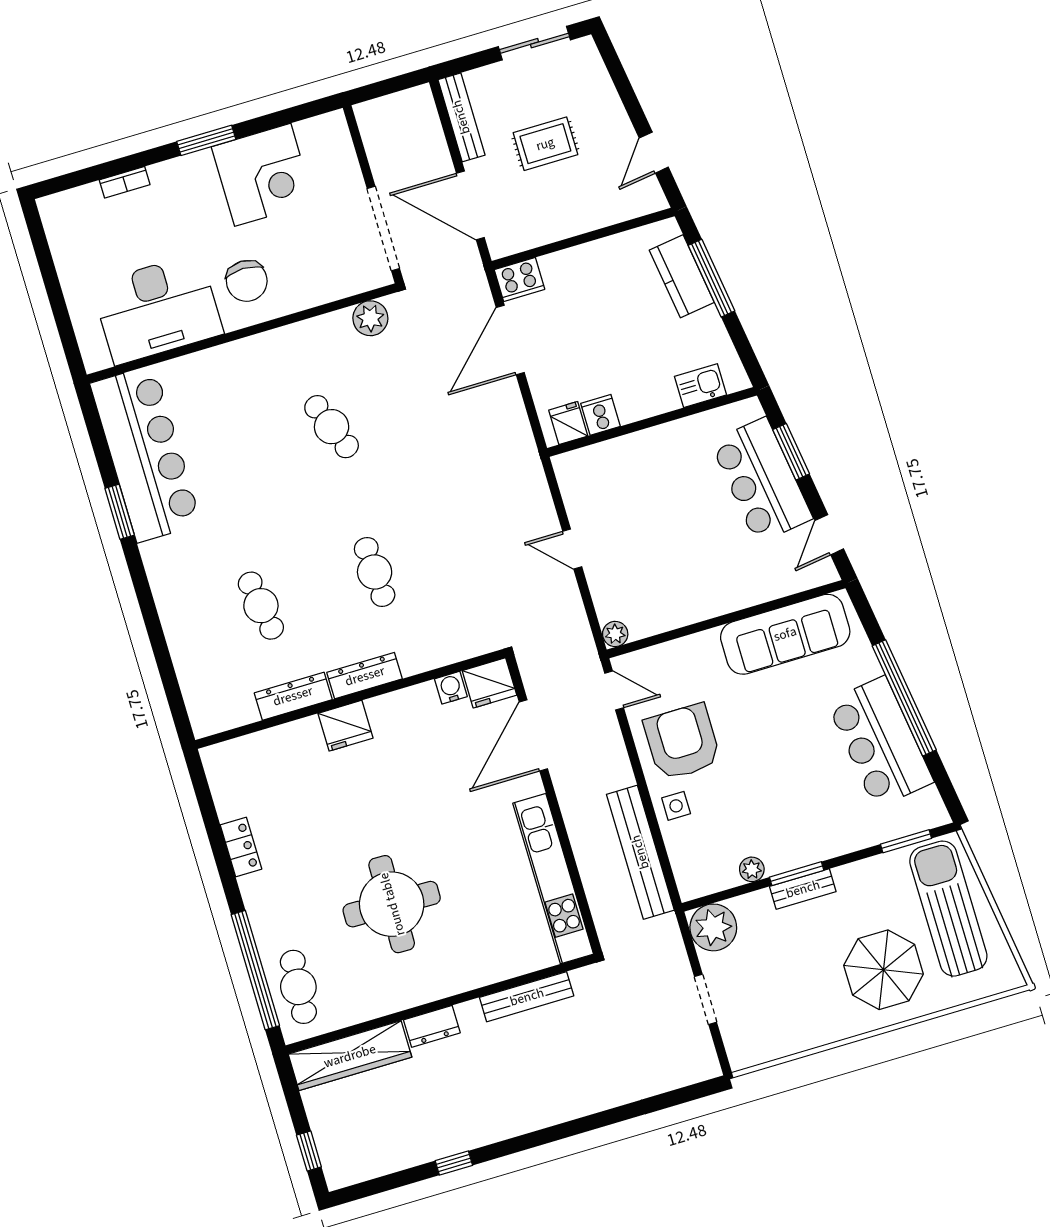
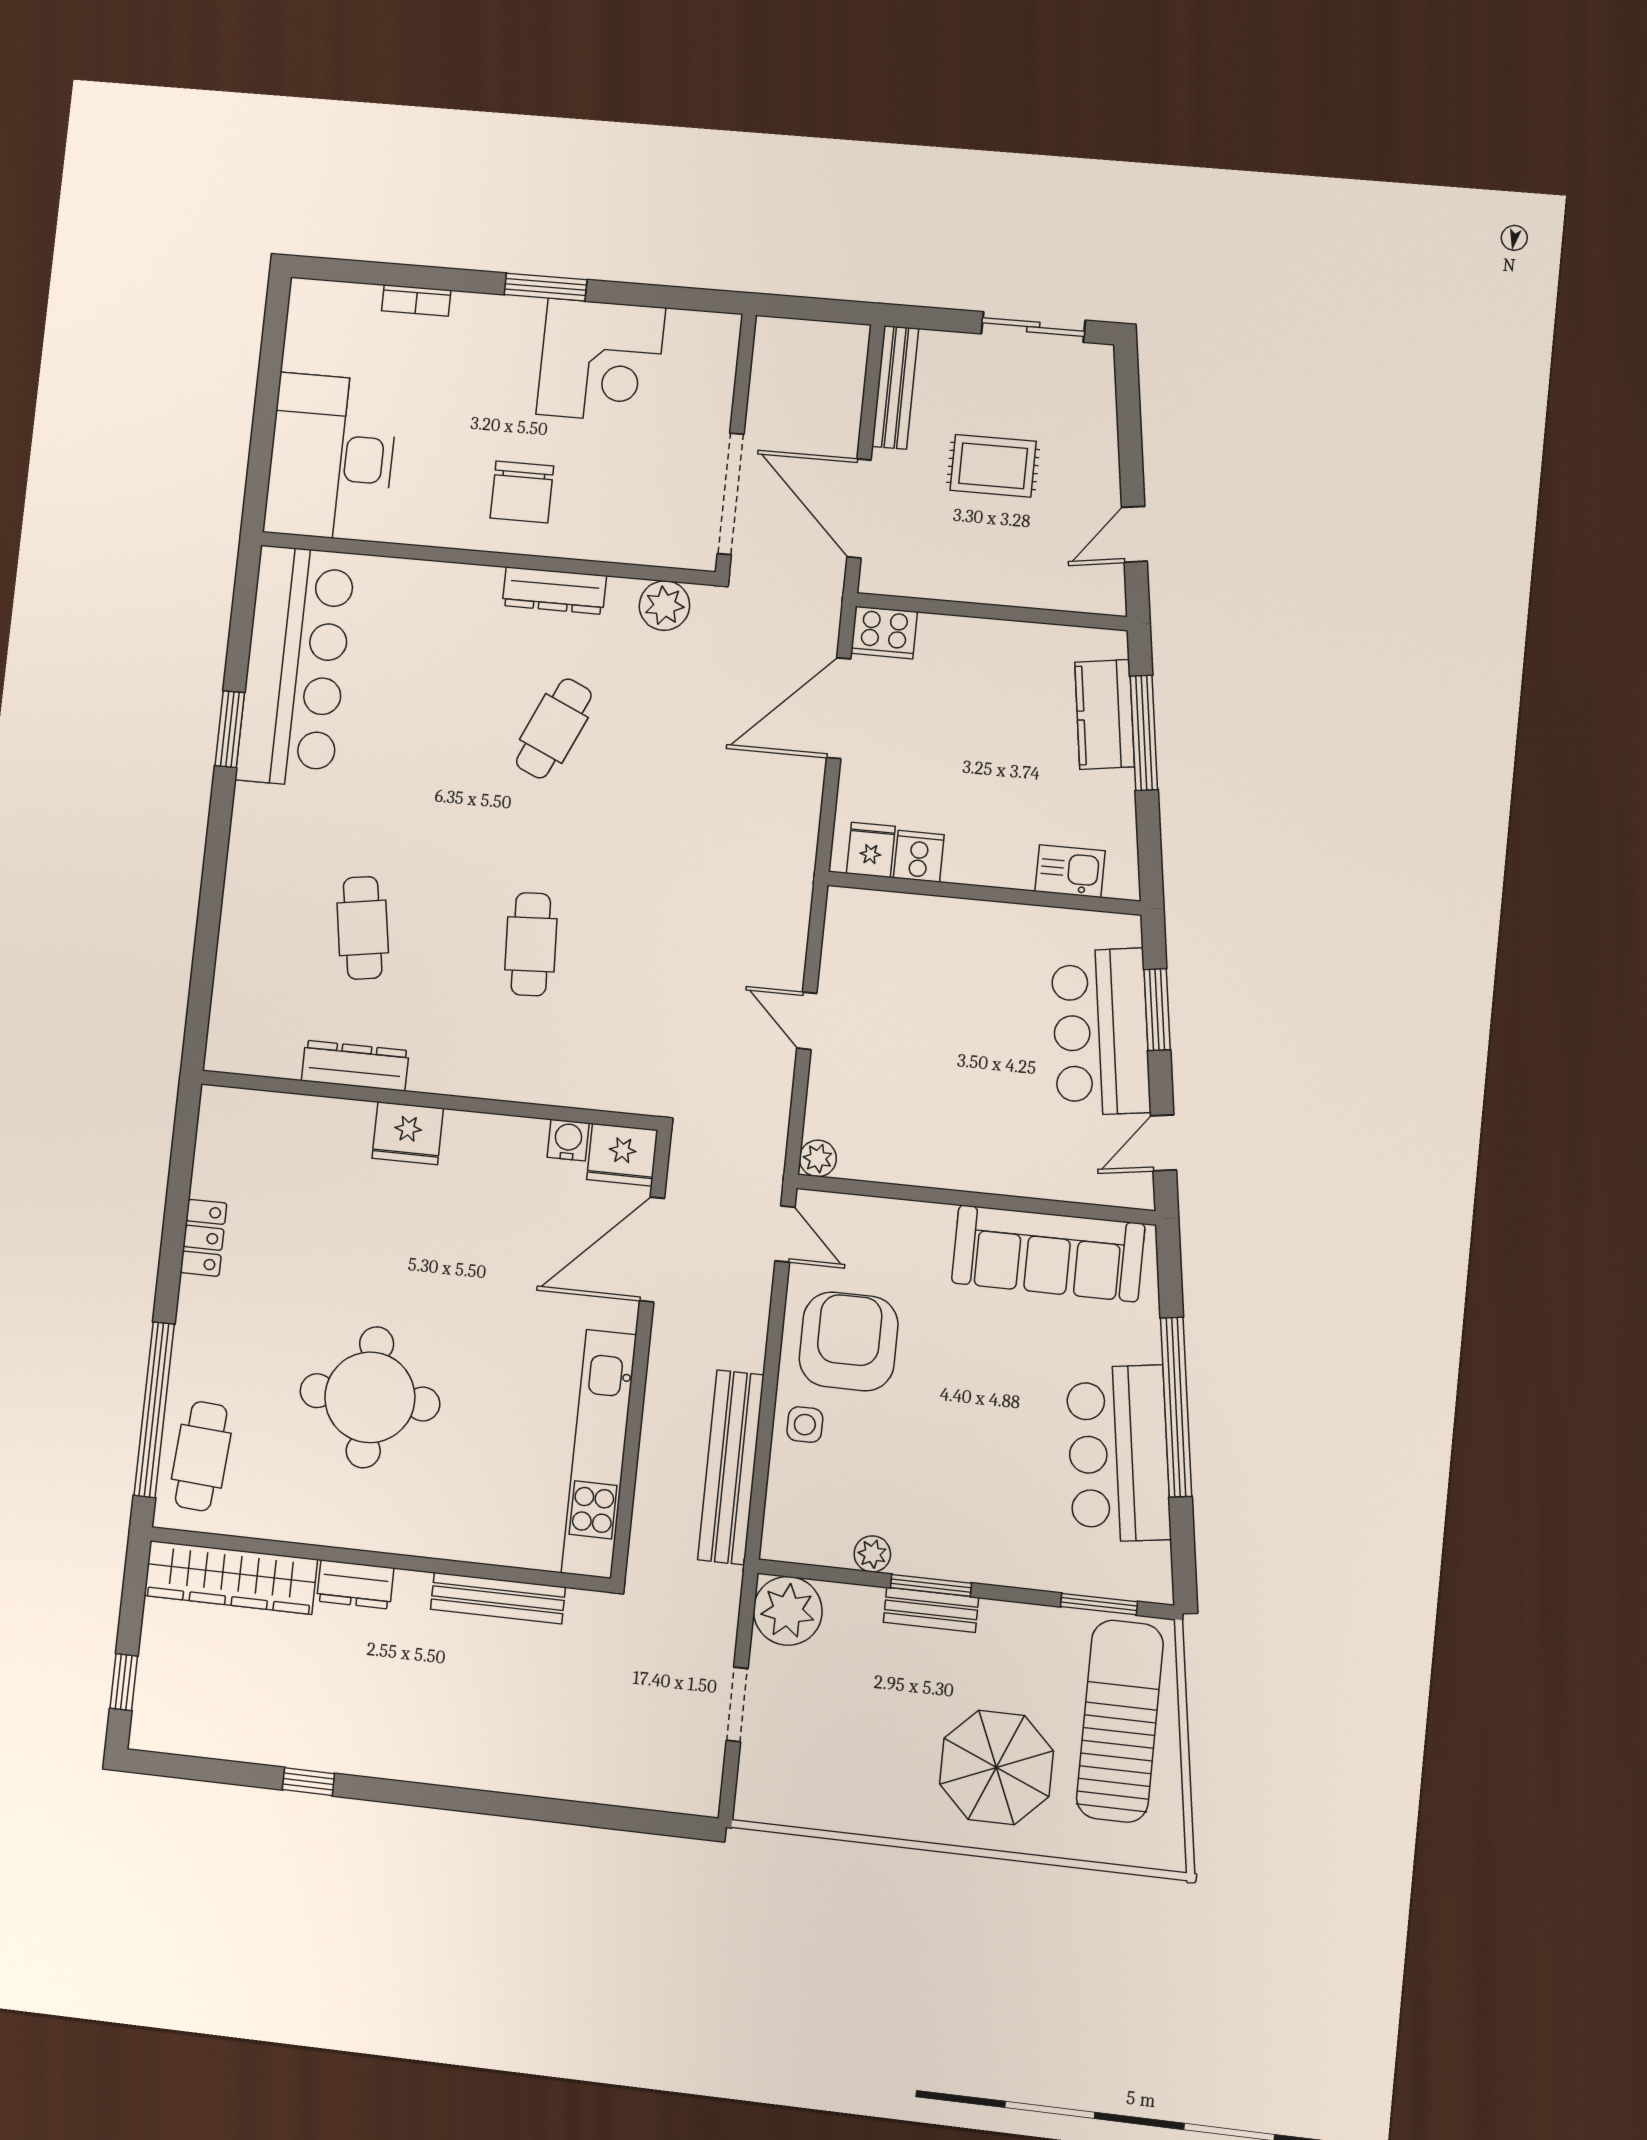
desk: (157, 309) -> (331, 457), moved, turned 90
cafe table: (332, 427) -> (554, 728), turned 45
dresser: (365, 676) -> (554, 591), moved, turned 180

